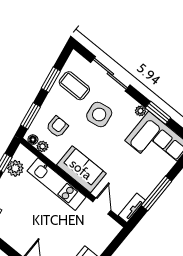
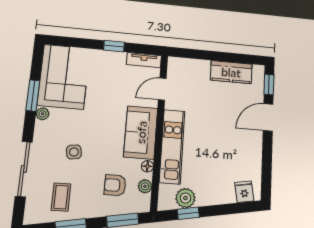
coffee table: (74, 86) -> (61, 197), width x0.73, depth x0.77
side table: (99, 114) -> (74, 152), width x0.54, depth x0.54
floor lamp: (33, 140) -> (147, 166), moved
window: (157, 193) -> (114, 46), width x0.46

